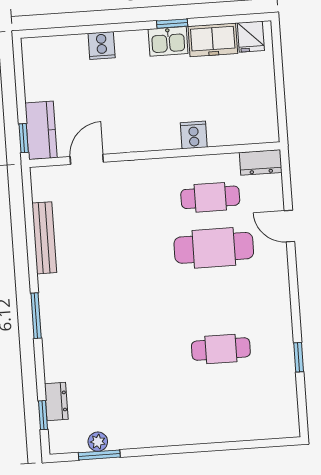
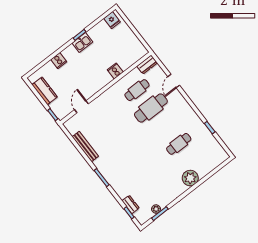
freezer: (213, 40) -> (99, 31), removed
kitchen counter: (41, 130) -> (45, 91), moved
door: (289, 226) -> (174, 81), hinge flipped
plant: (200, 427) -> (190, 178), added

